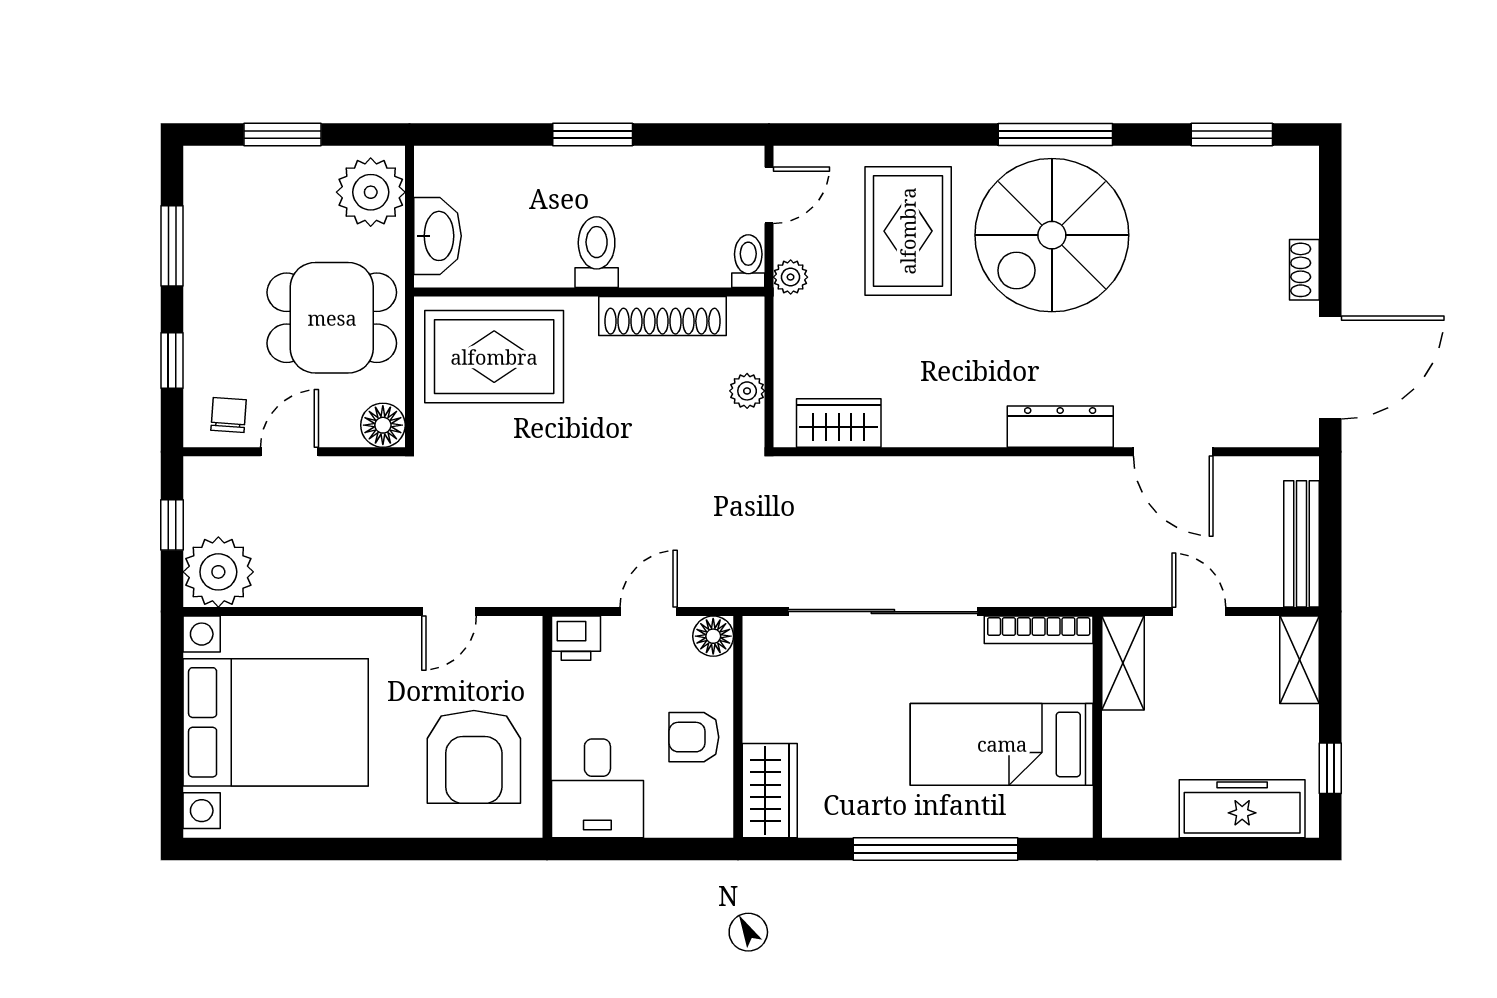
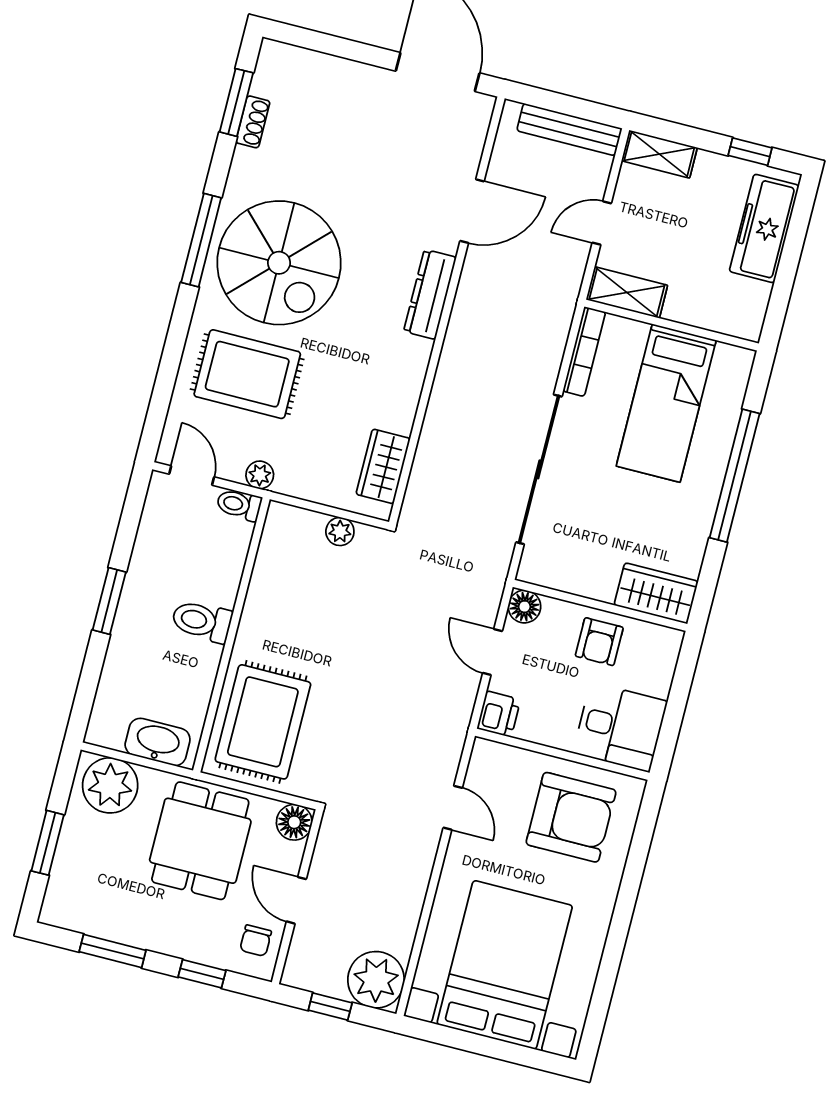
shoe rack: (1304, 270) -> (253, 122), moved, turned -90
shoe rack: (662, 316) -> (265, 583), removed
chair: (229, 415) -> (256, 941), turned -94

